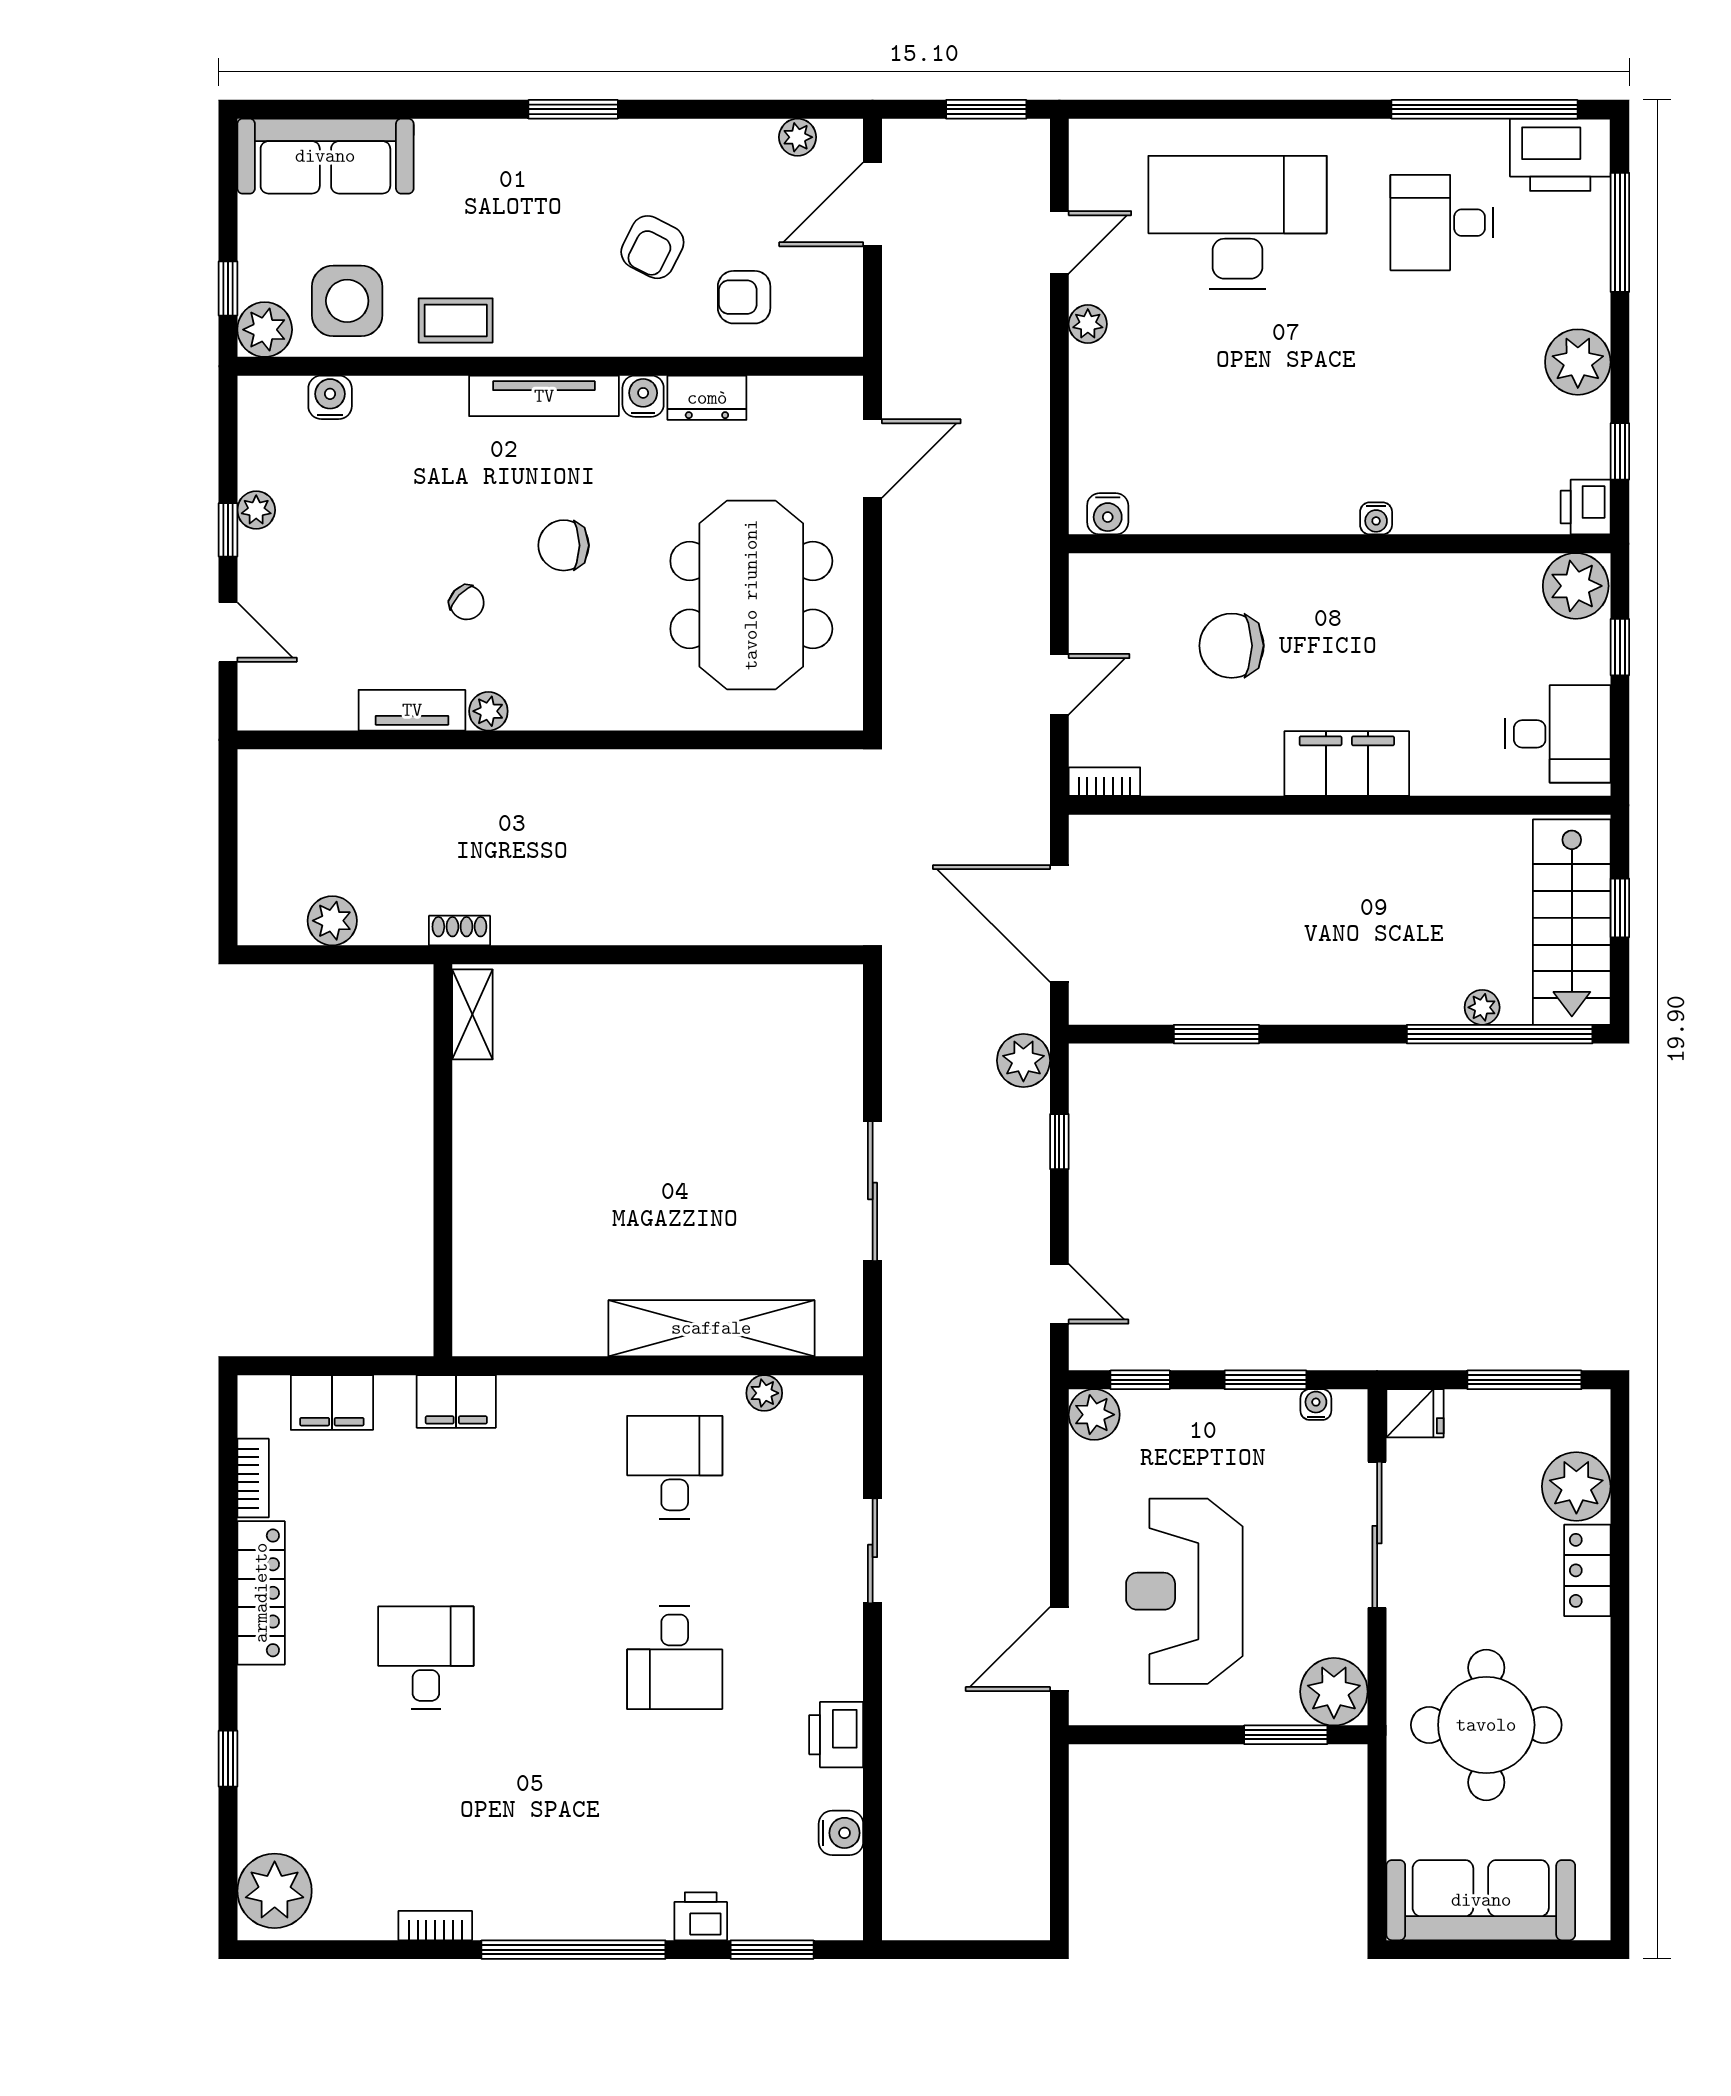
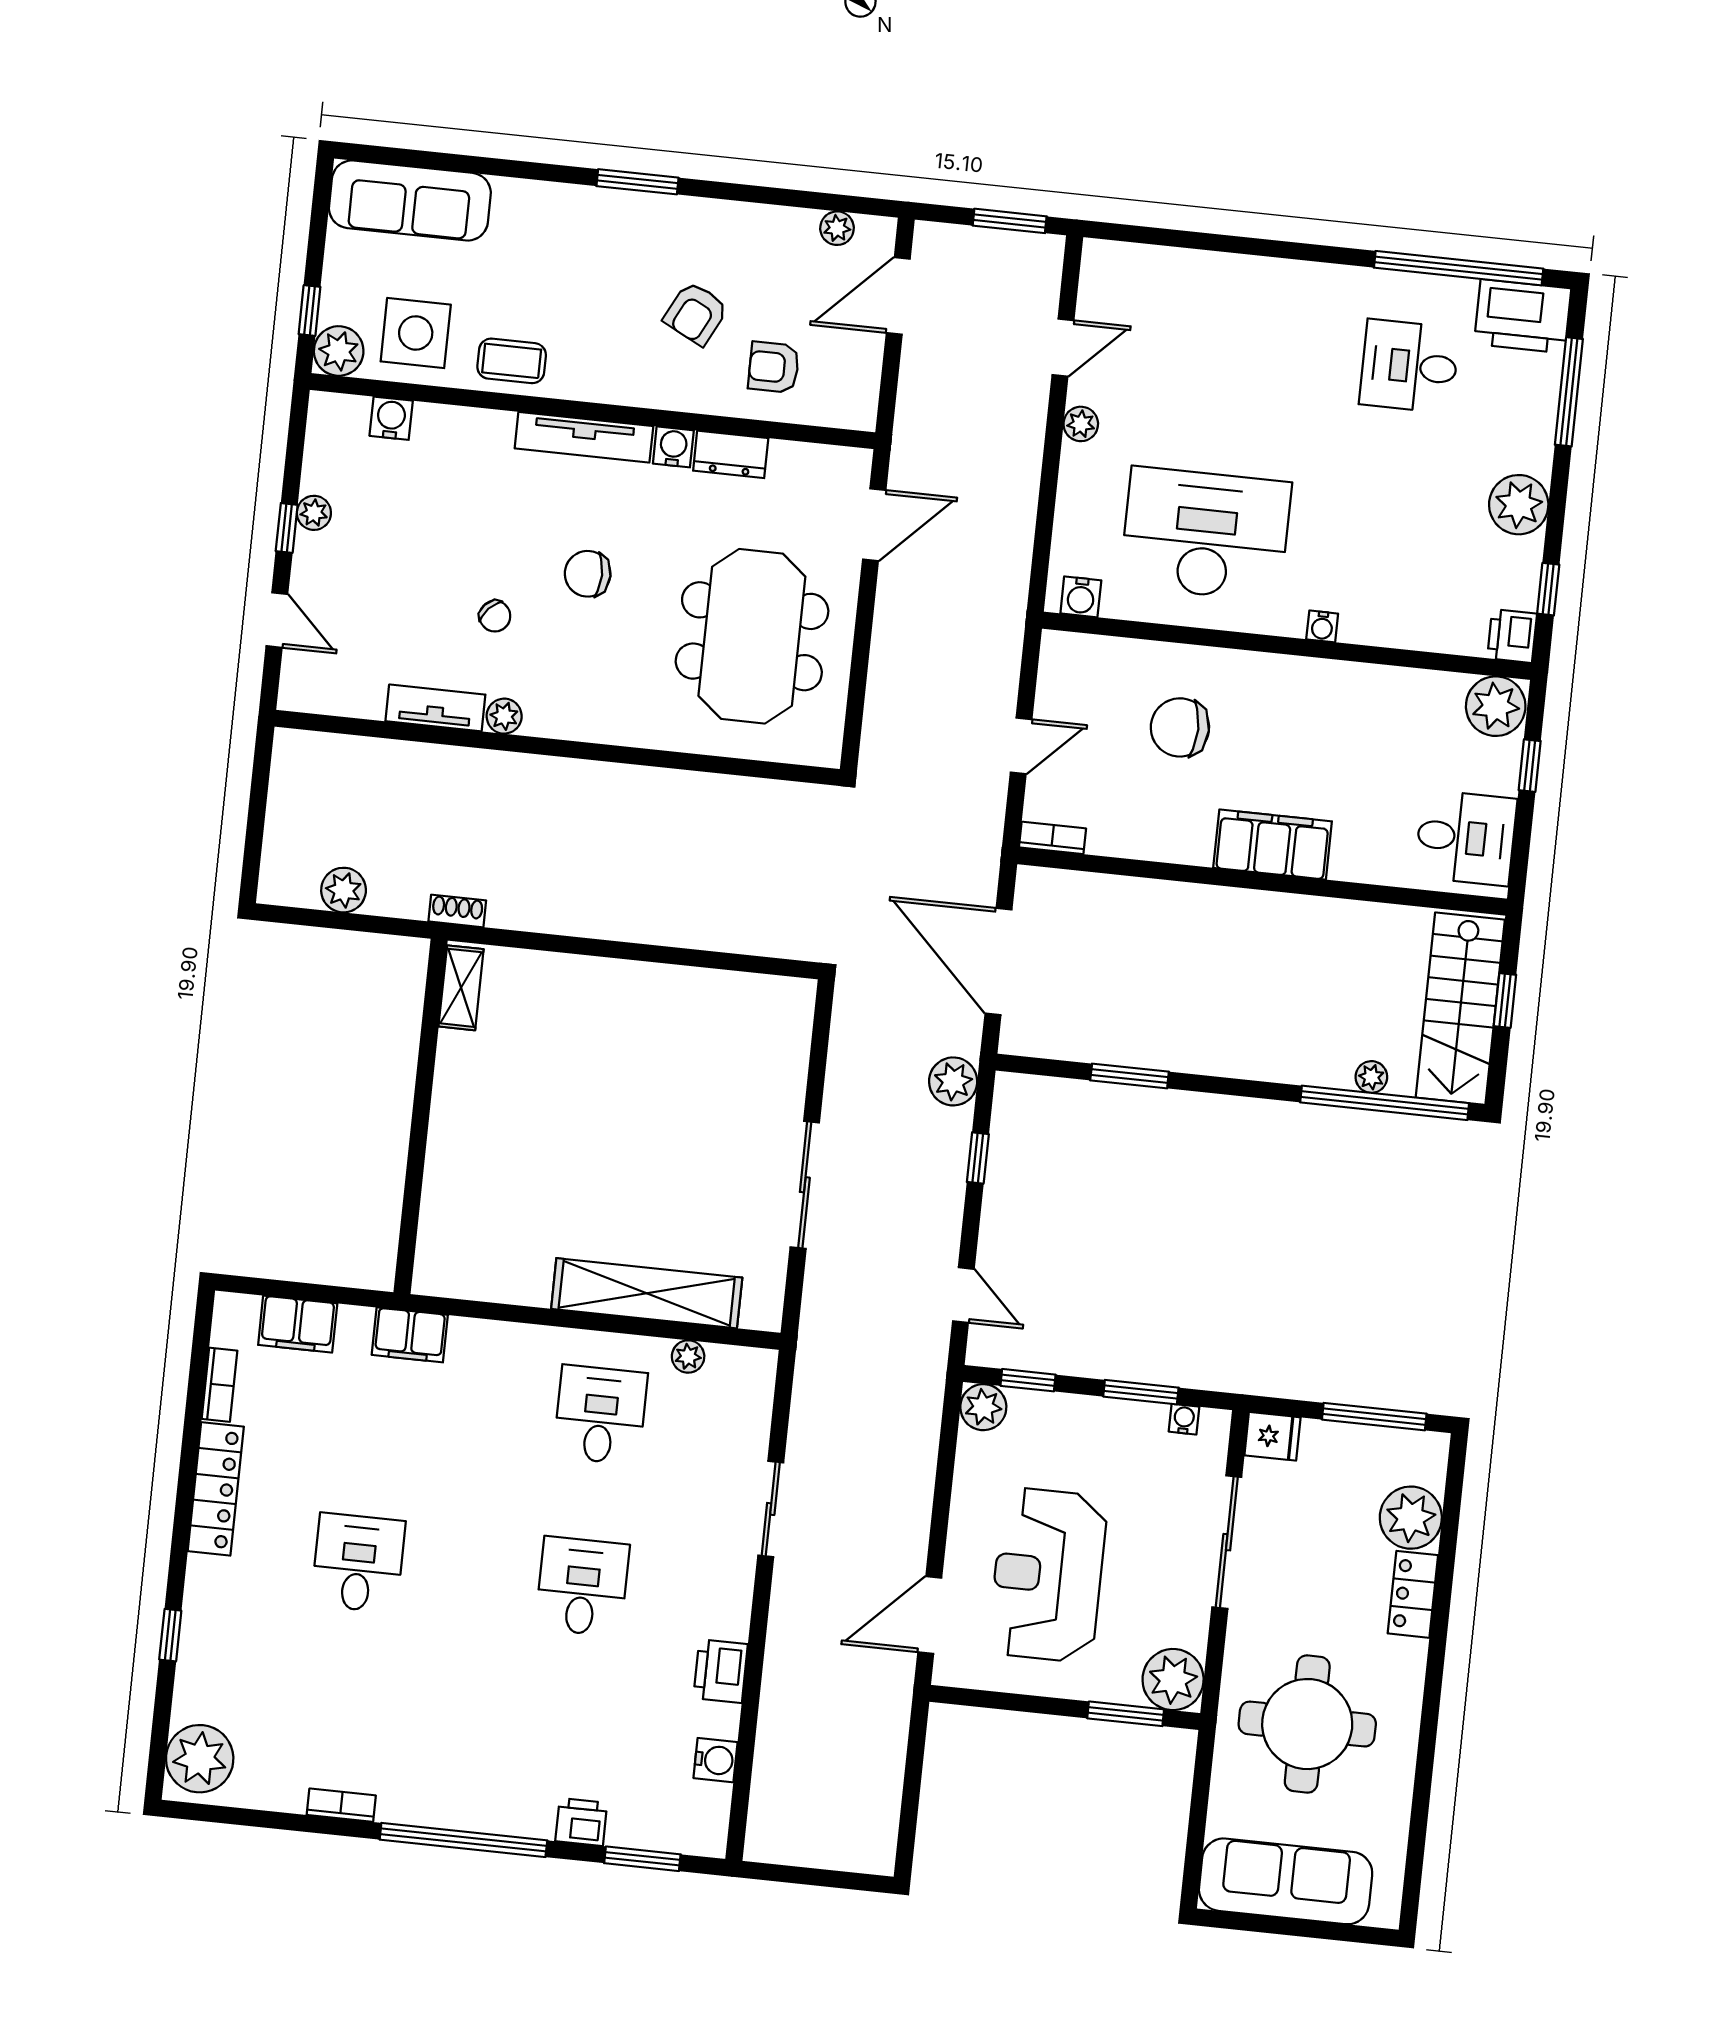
desk: (1237, 223) -> (1206, 534), moved
desk: (675, 1658) -> (582, 1587), turned 180

